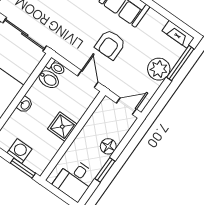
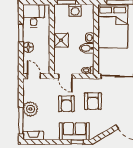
armchair: (76, 25) -> (93, 101), added
armchair: (110, 45) -> (66, 104), turned 180
bidet: (49, 79) -> (87, 48), moved
door: (126, 106) -> (34, 76), swing flipped

